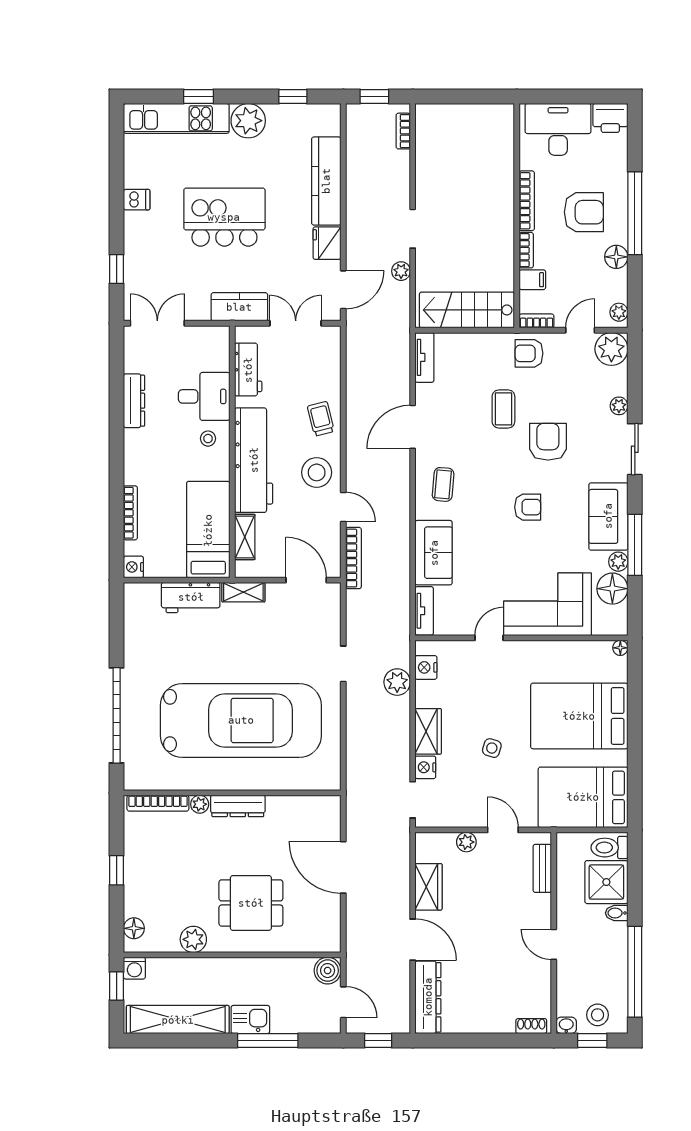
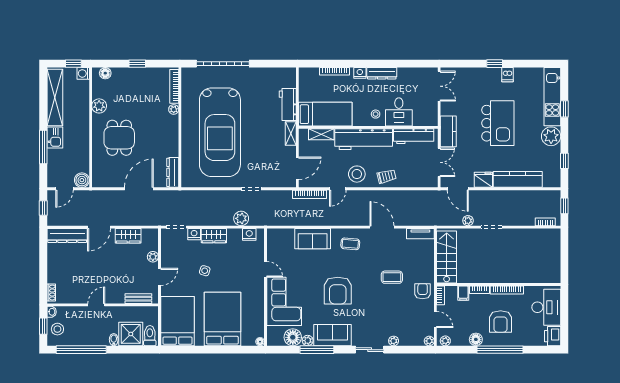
window: (117, 269) -> (495, 64), moved
plant: (611, 349) -> (429, 341), width x0.53, depth x0.53
workbench: (248, 370) -> (414, 136), width x1.38
dresser: (134, 401) -> (382, 73), moved
armchair: (548, 442) -> (374, 302), removed
armchair: (528, 507) -> (338, 291), width x1.88, depth x1.88
nightstand: (133, 567) -> (360, 73), moved
tv unit: (424, 611) -> (280, 233), removed
dresser: (238, 806) -> (173, 172), moved

